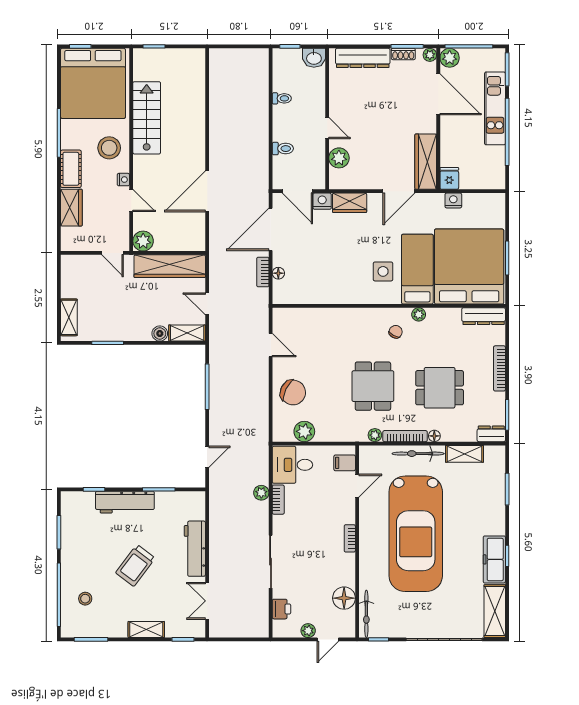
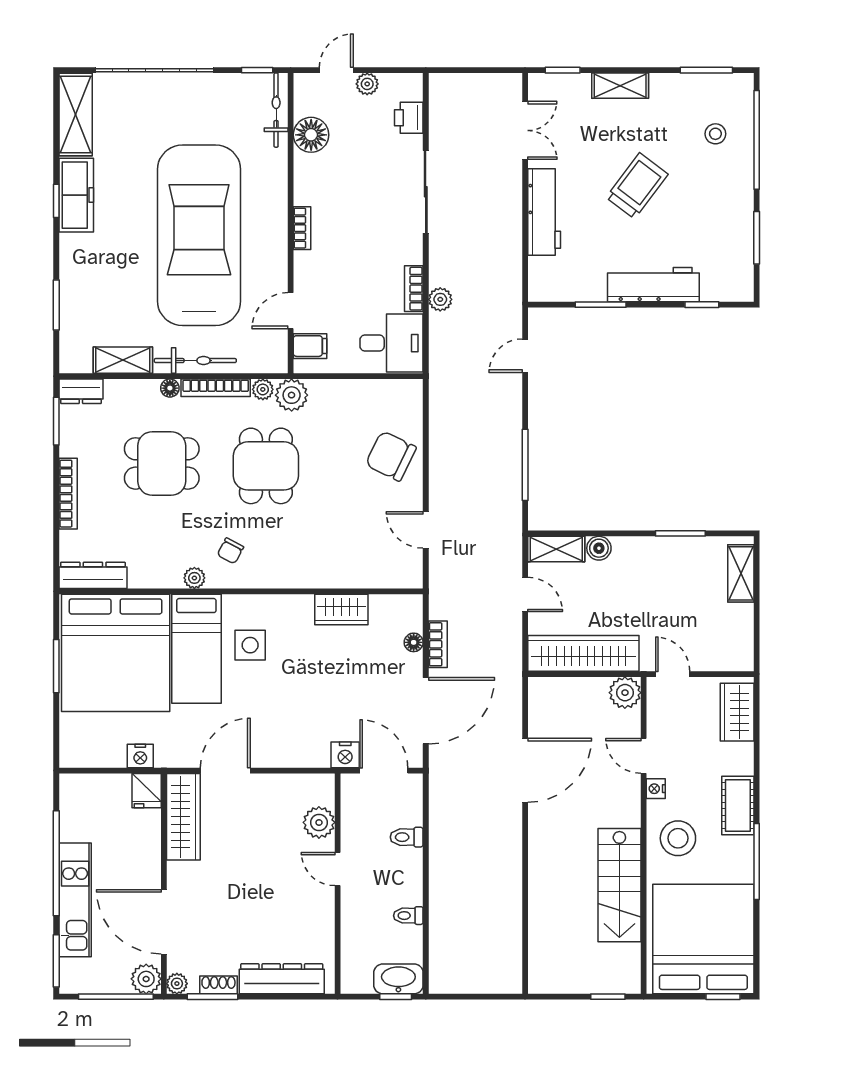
washbasin: (314, 58) -> (398, 979), moved, width x1.38
wardrobe: (350, 203) -> (341, 609), moved, turned 180
wardrobe: (71, 208) -> (737, 712), moved
plant: (304, 431) -> (292, 395), moved

